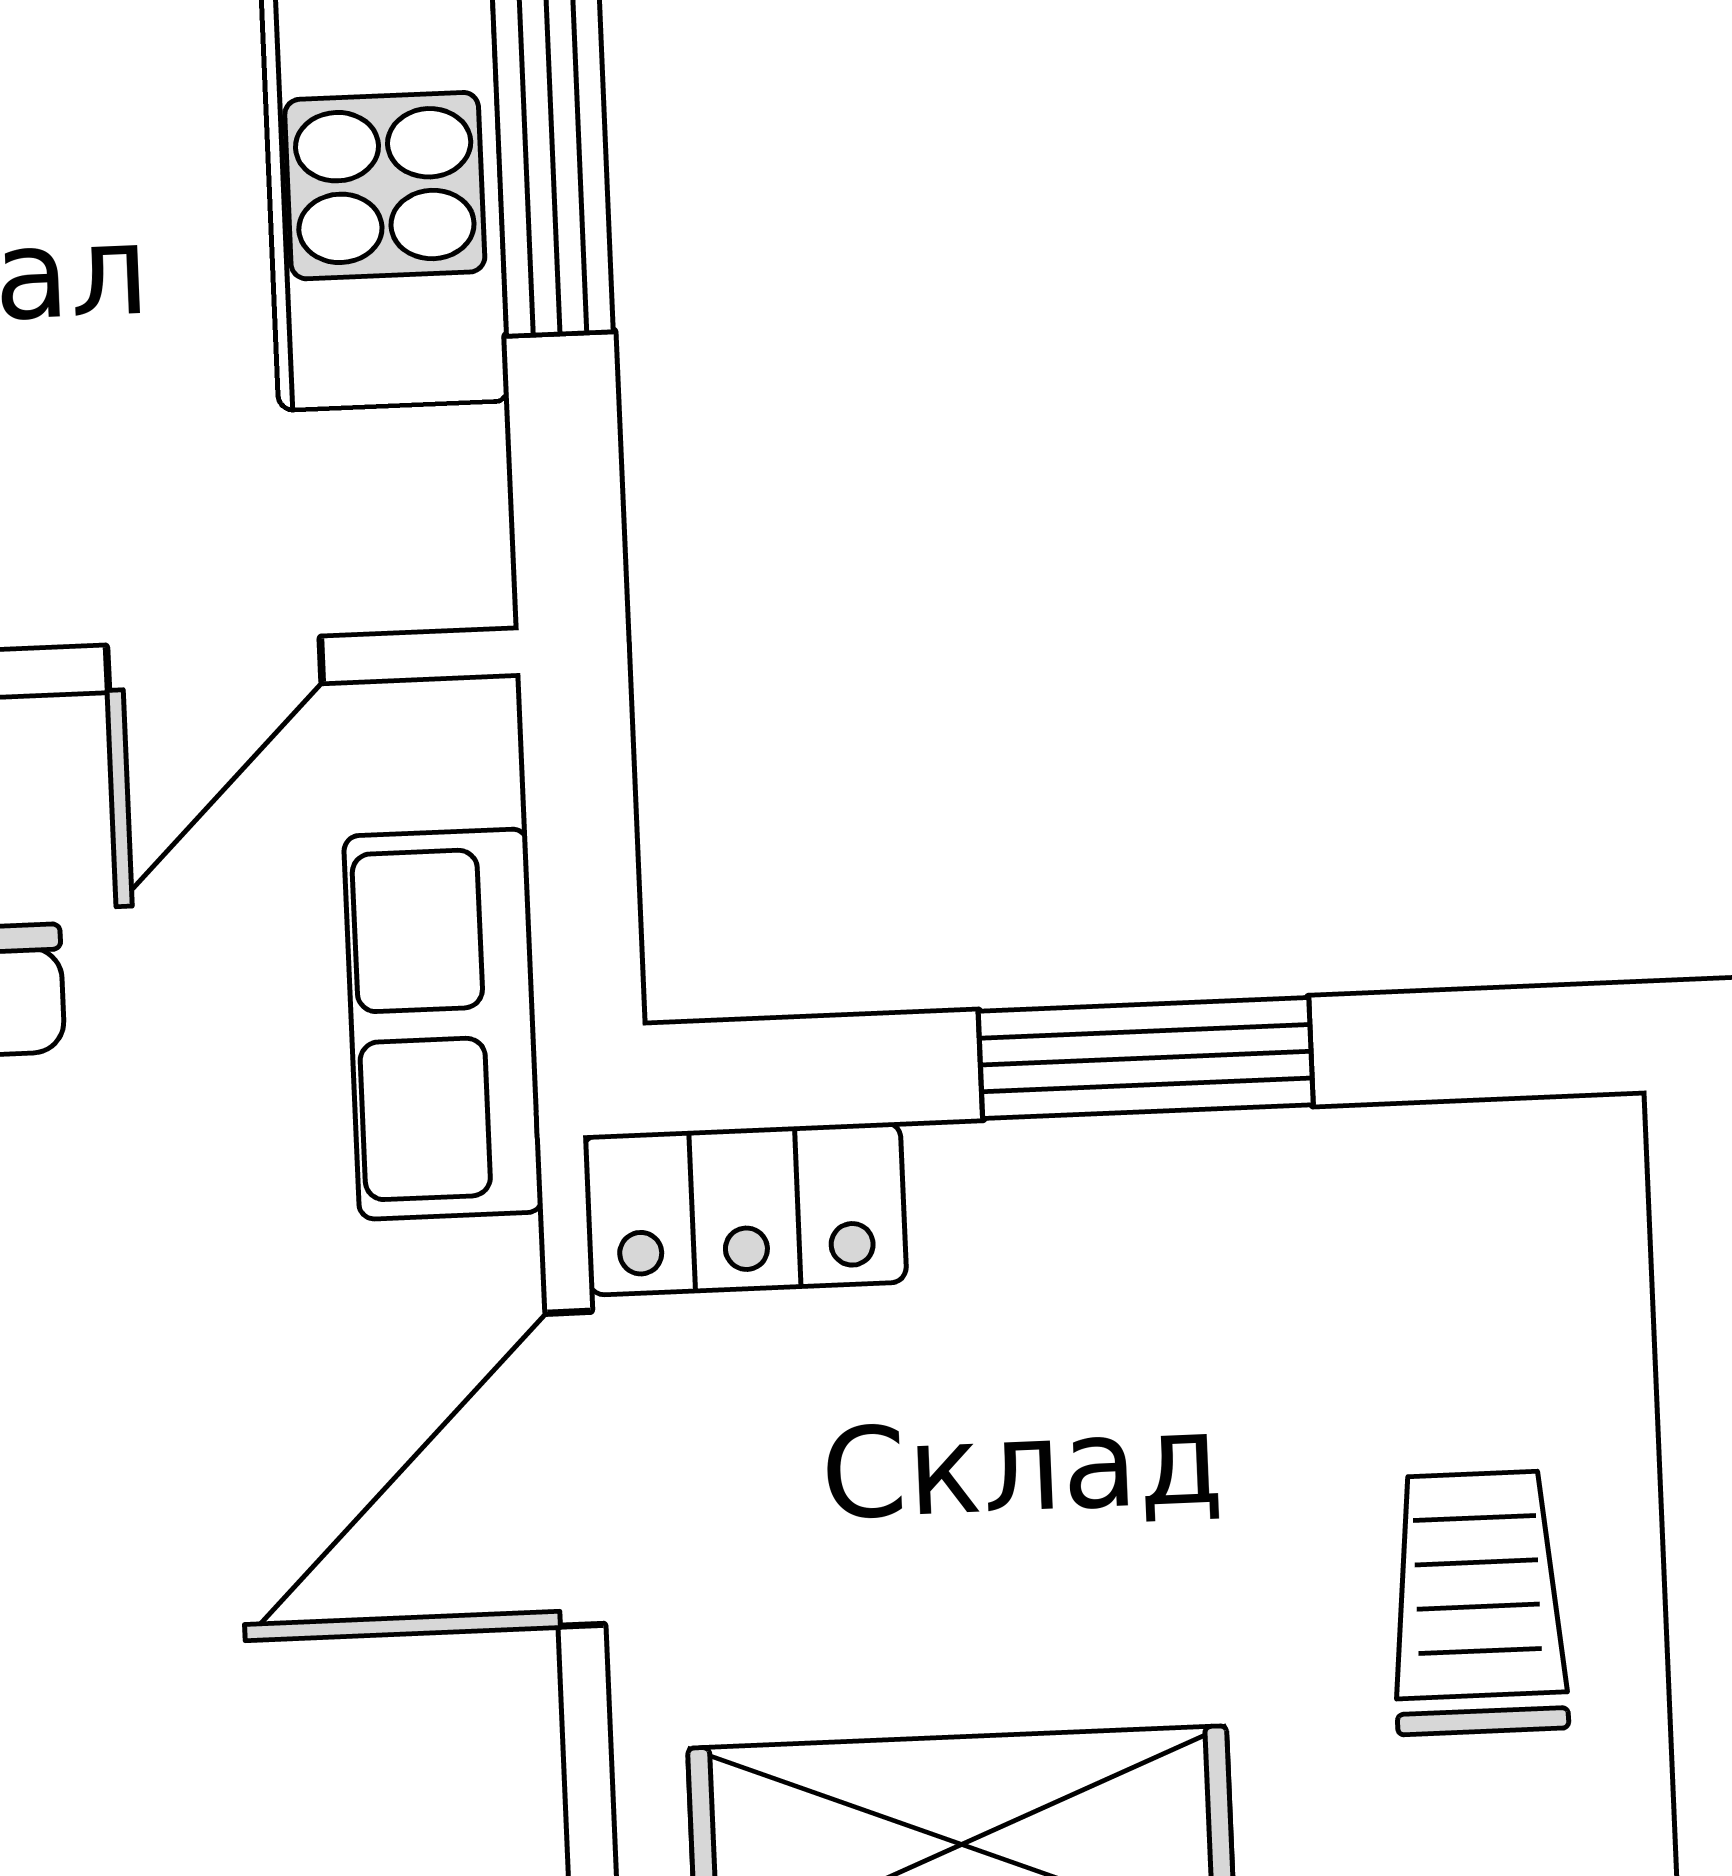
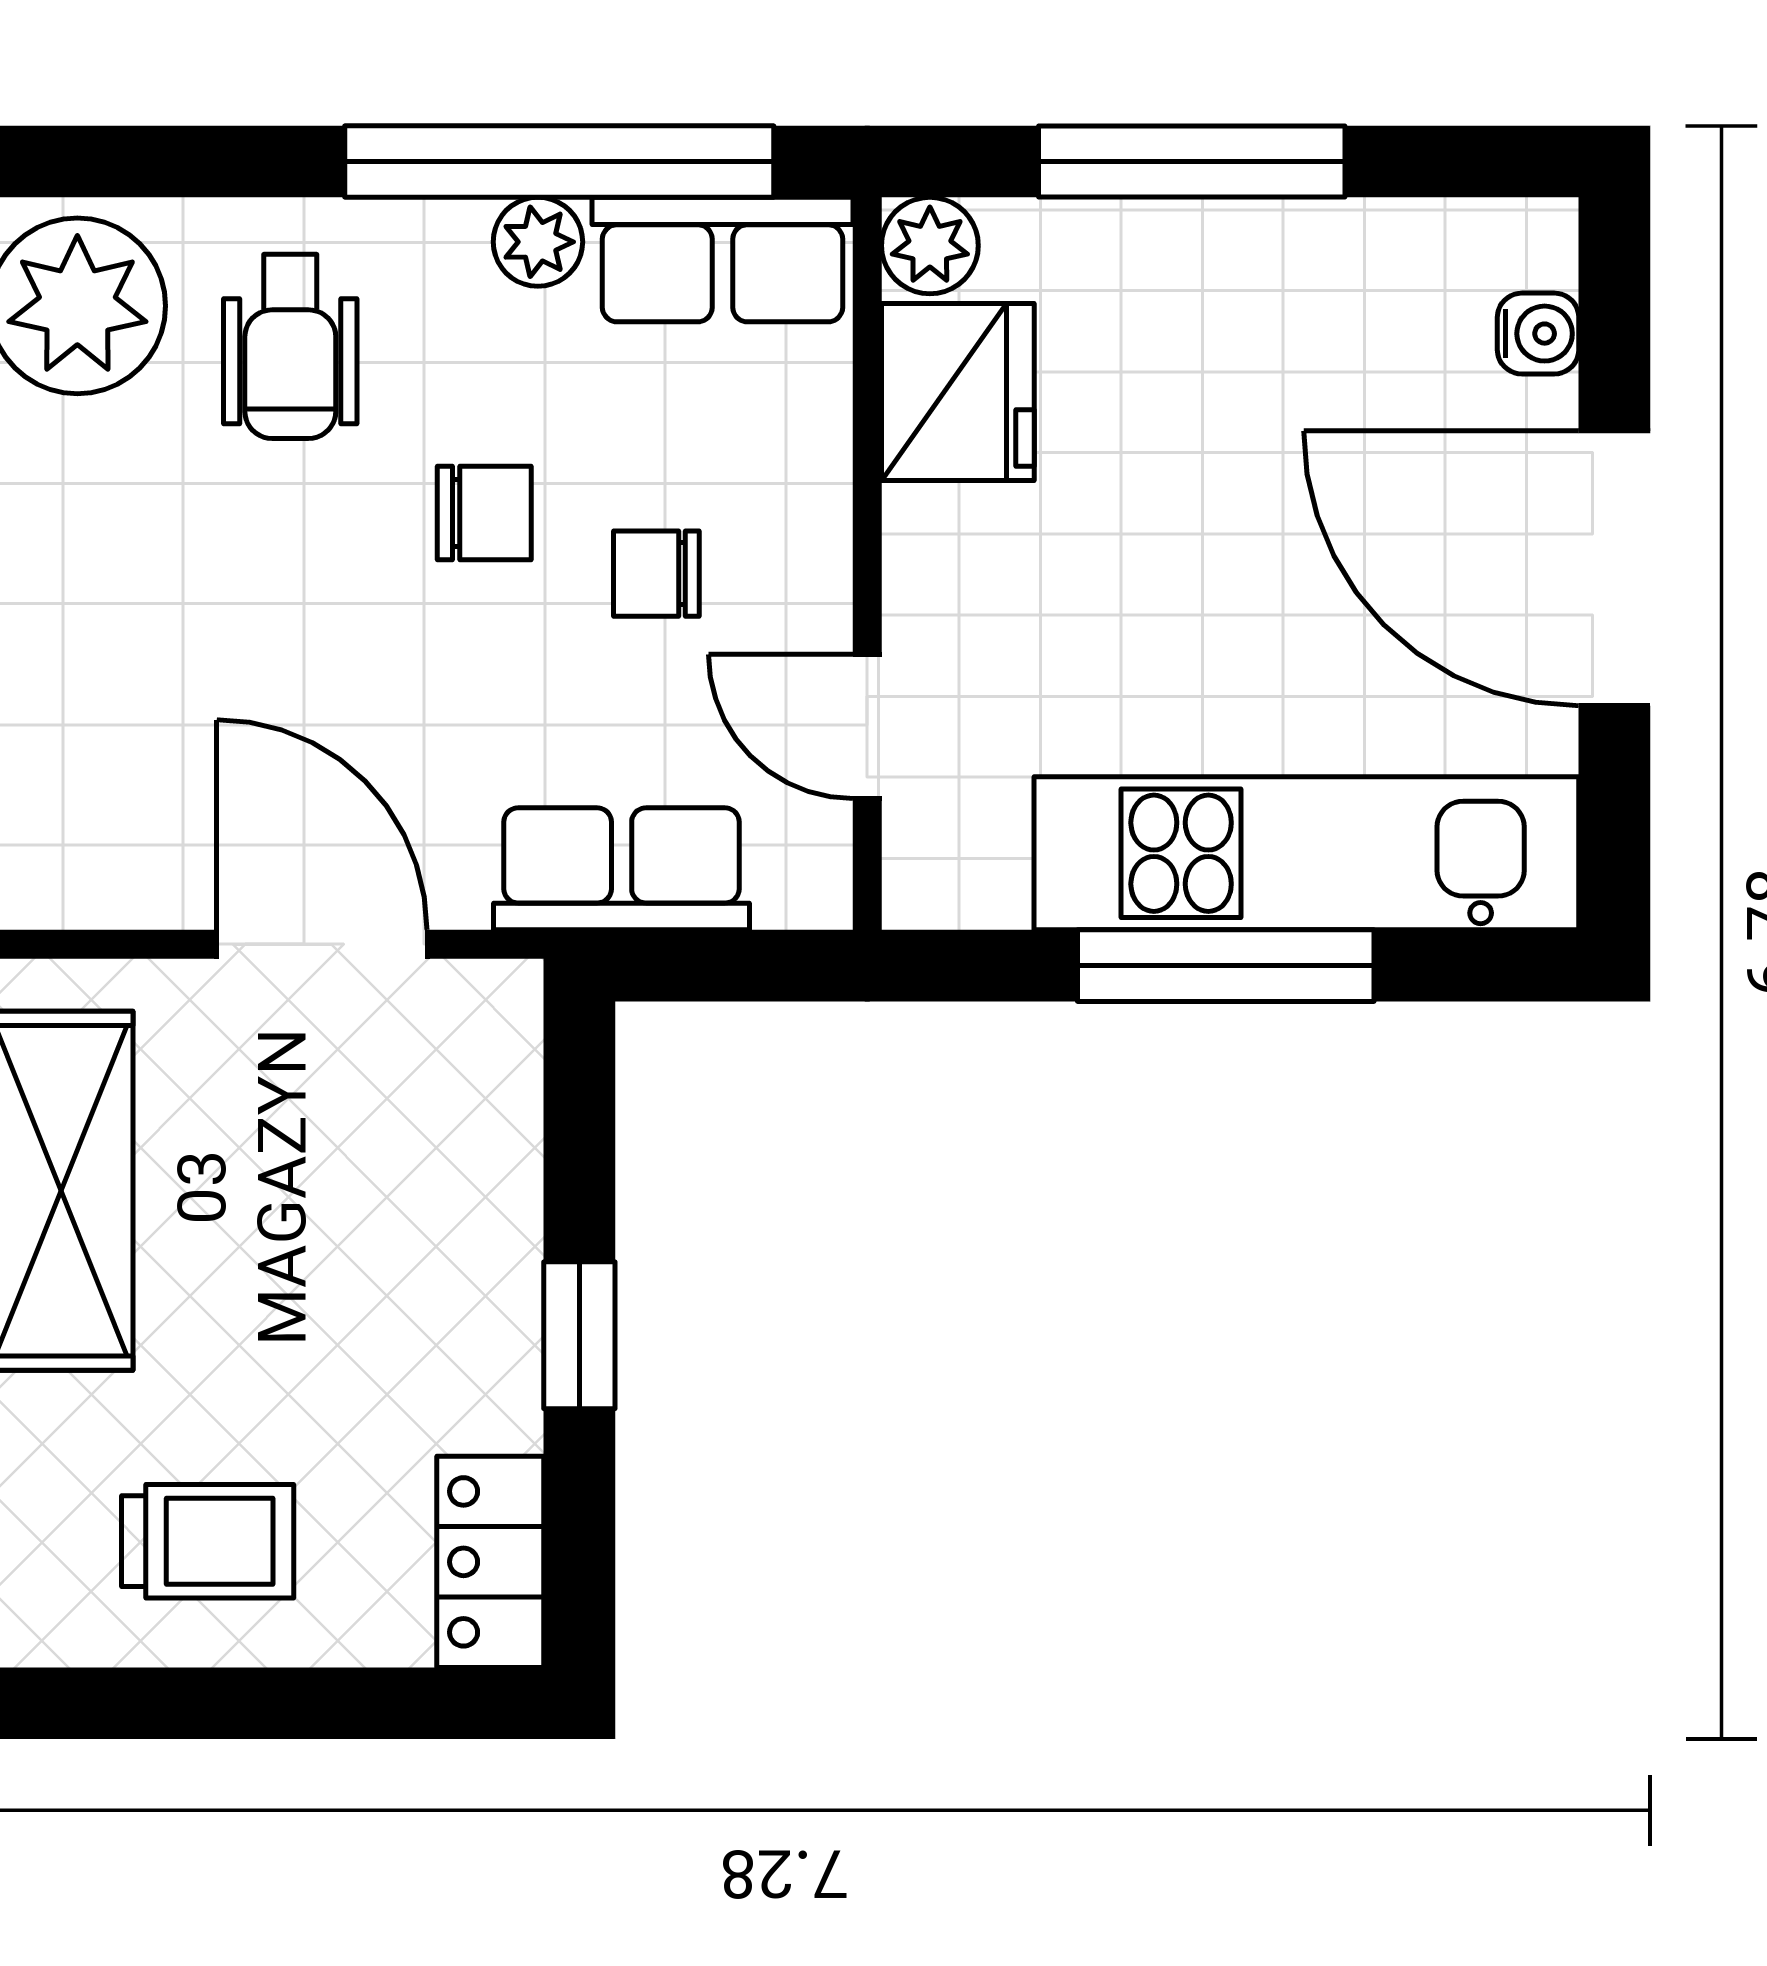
window: (1146, 1058) -> (579, 1335), width x0.67
locker: (745, 1209) -> (490, 1562), moved

